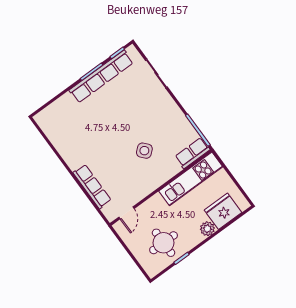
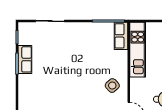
row of seats: (101, 76) -> (25, 59), width x0.50
side table: (144, 151) -> (112, 86), moved

